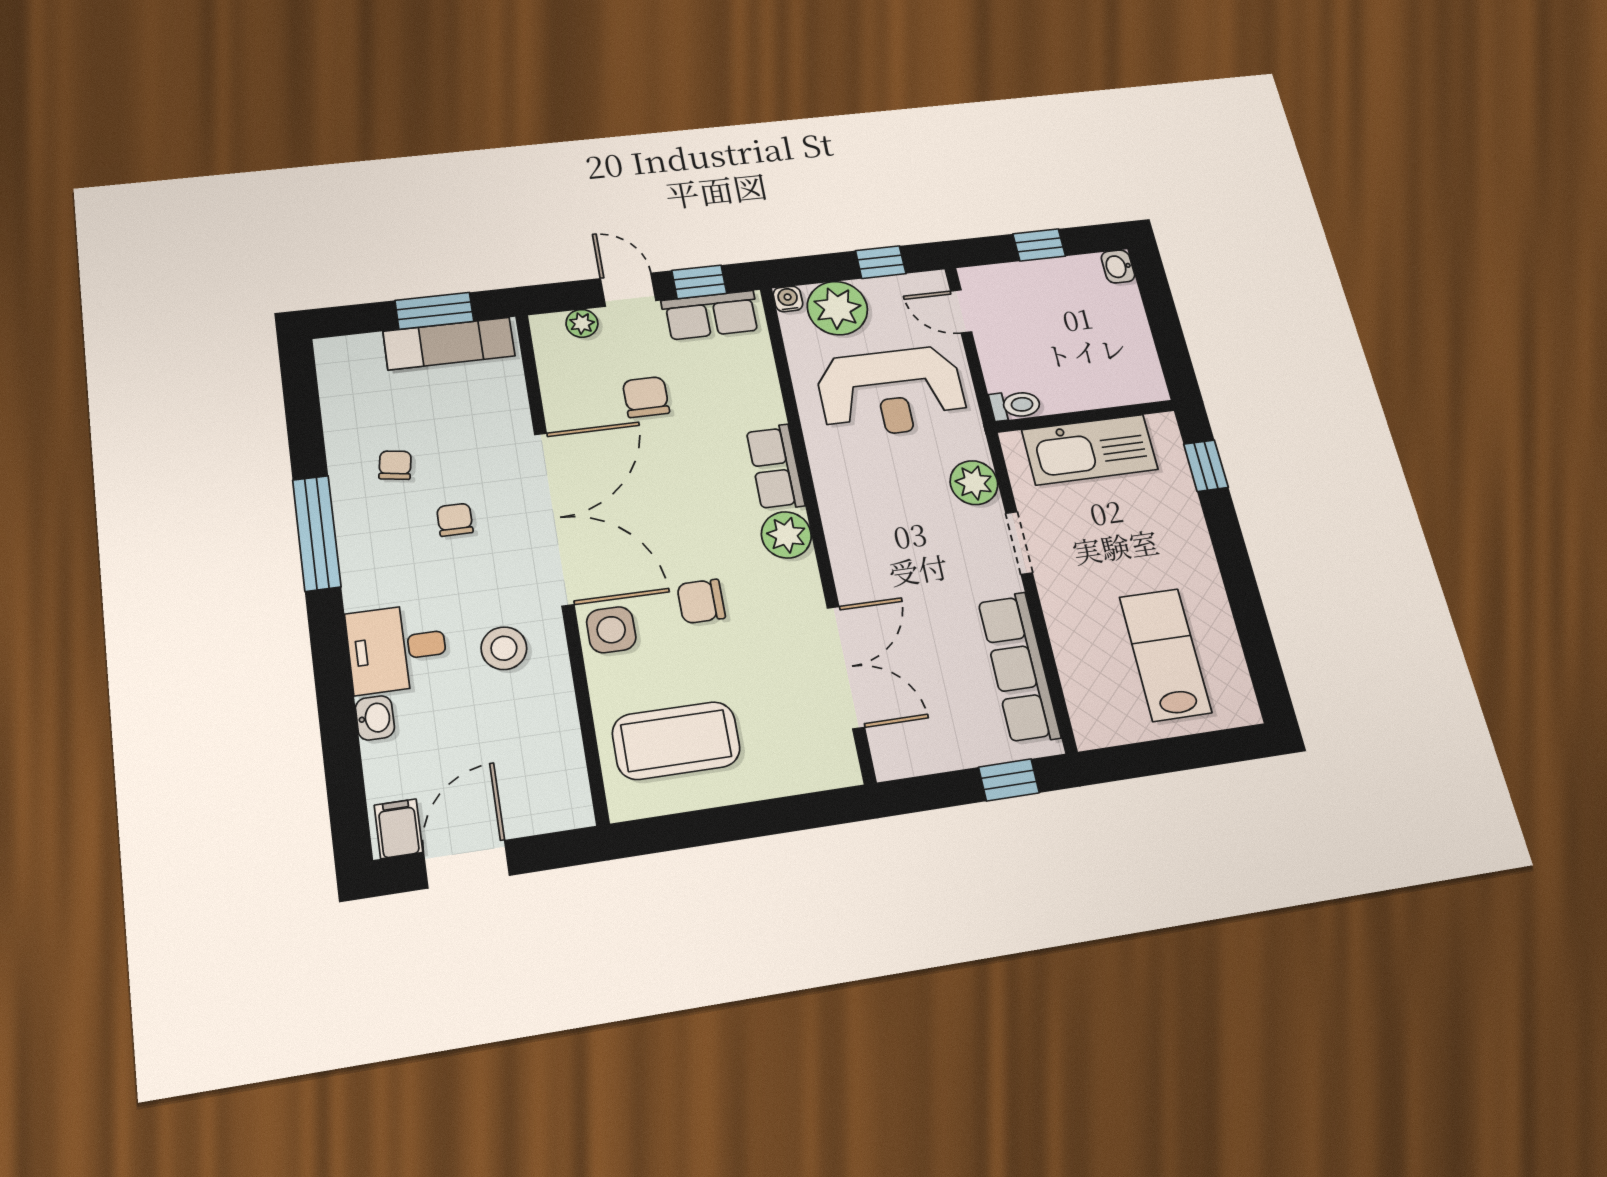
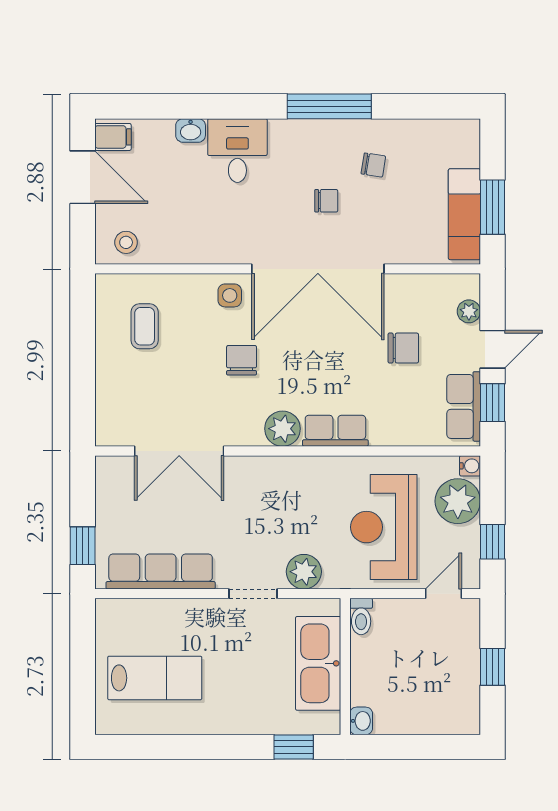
washbasin: (1118, 267) -> (361, 721), moved, turned 90
side table: (611, 630) -> (230, 295), width x0.73, depth x0.73
stool: (504, 648) -> (126, 242), moved, width x0.73, depth x0.73
coffee table: (676, 741) -> (145, 326), width x0.54, depth x0.58

